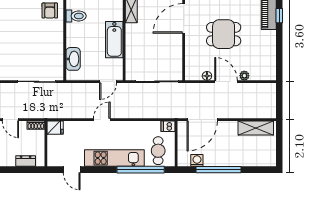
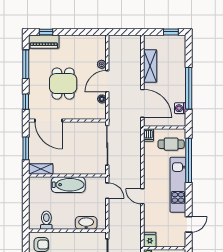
shelving: (256, 128) -> (150, 66), moved
window: (279, 151) -> (171, 32), added

